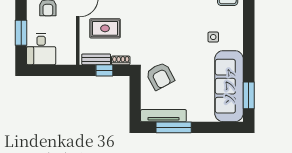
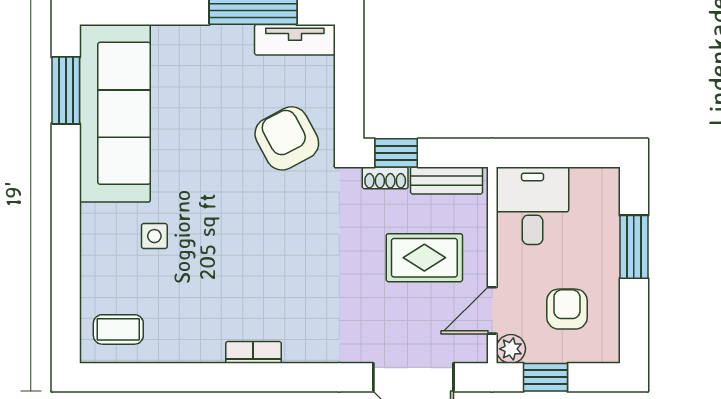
desk: (41, 49) -> (532, 206), moved
window: (104, 70) -> (396, 153), moved
tv unit: (163, 116) -> (295, 40), width x0.71

